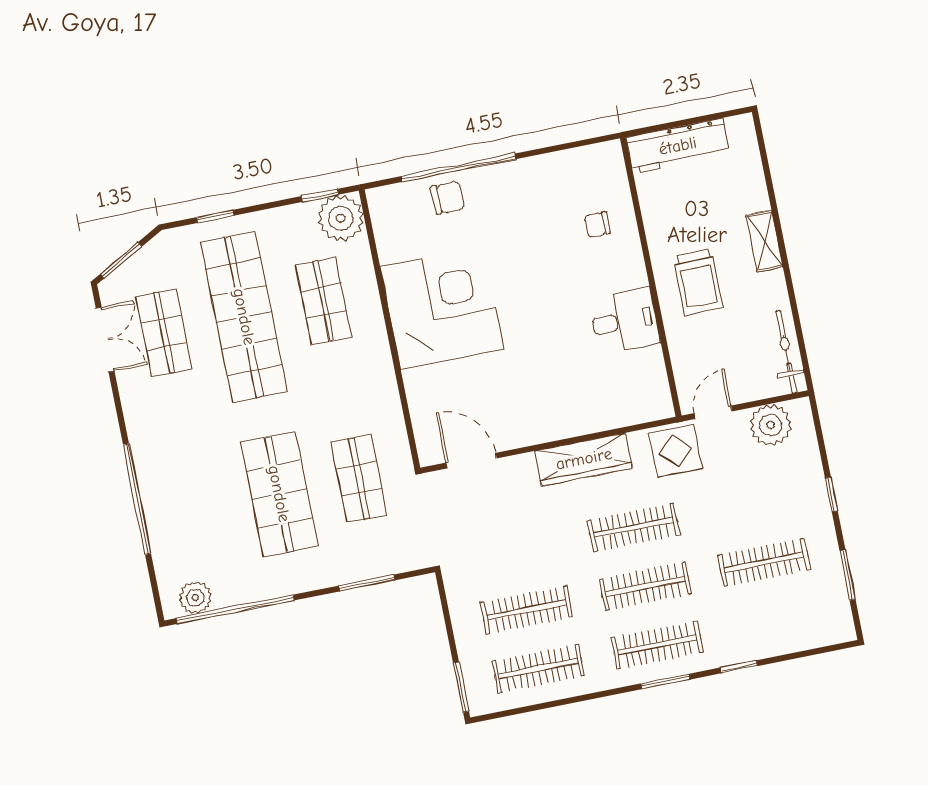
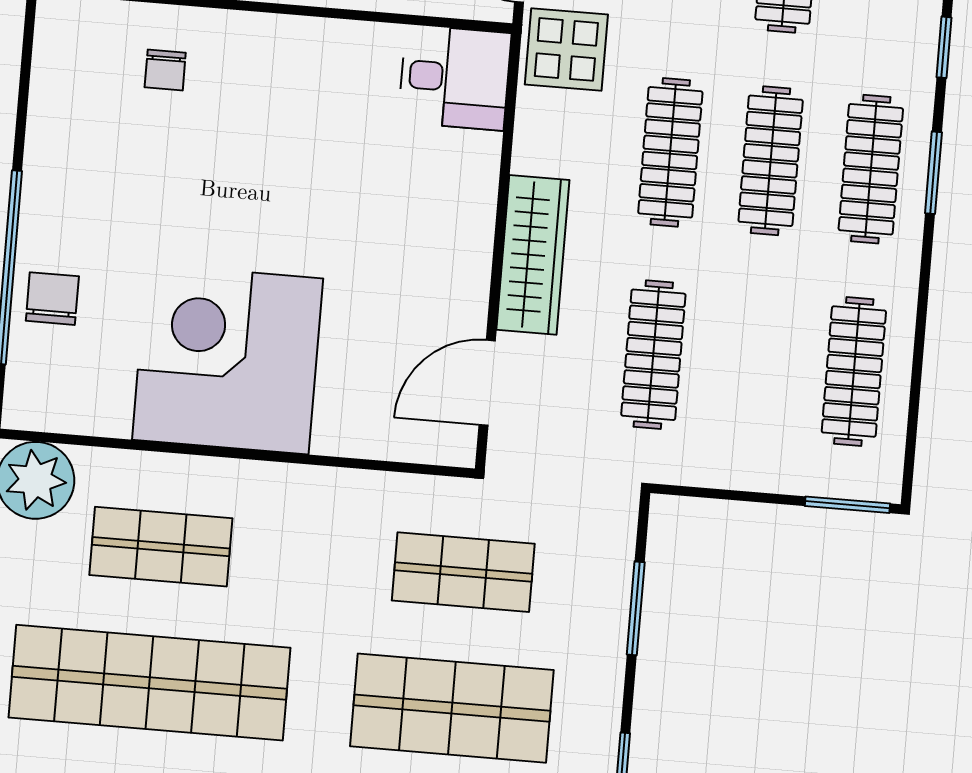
desk: (624, 321) -> (455, 78), moved, turned 90
wardrobe: (584, 459) -> (533, 255), moved
clothes rail: (527, 610) -> (653, 355), moved

